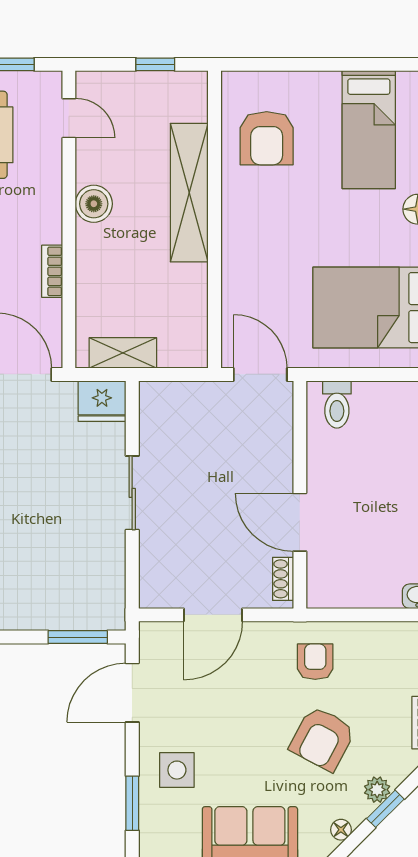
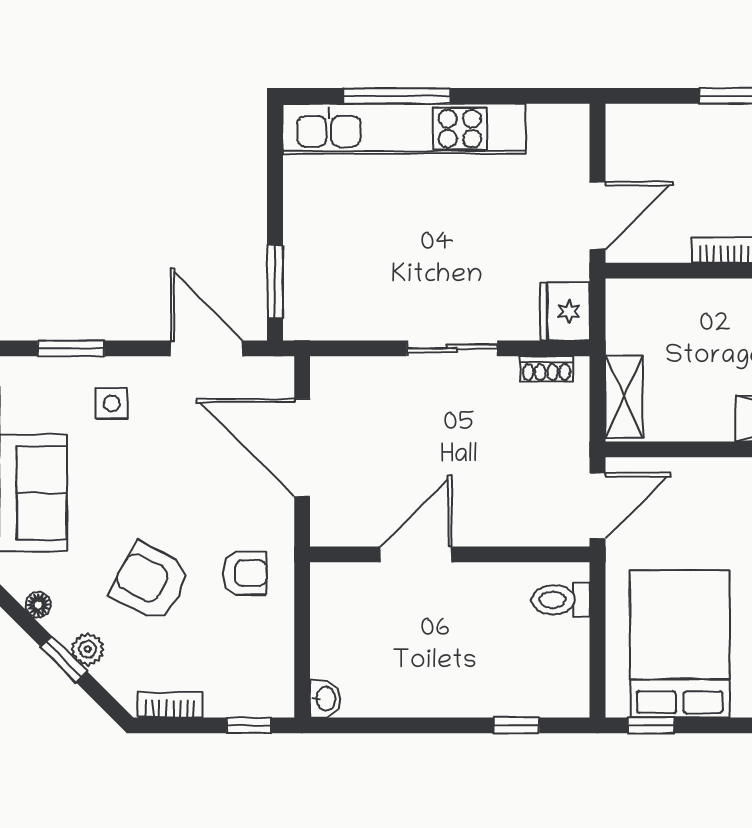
shelving: (123, 353) -> (624, 396), moved
shoe rack: (283, 579) -> (546, 369), moved, turned 180
door: (213, 615) -> (302, 448), width x1.36
side table: (177, 770) -> (112, 403), width x0.73, depth x0.73

